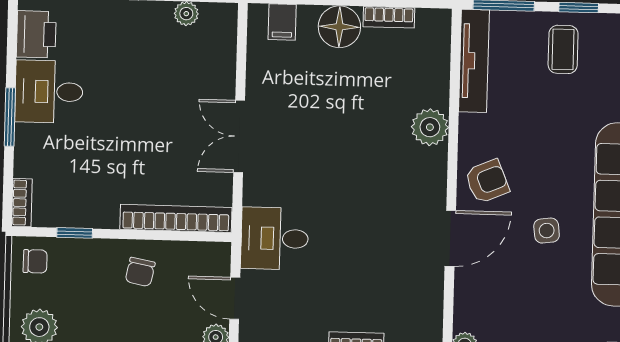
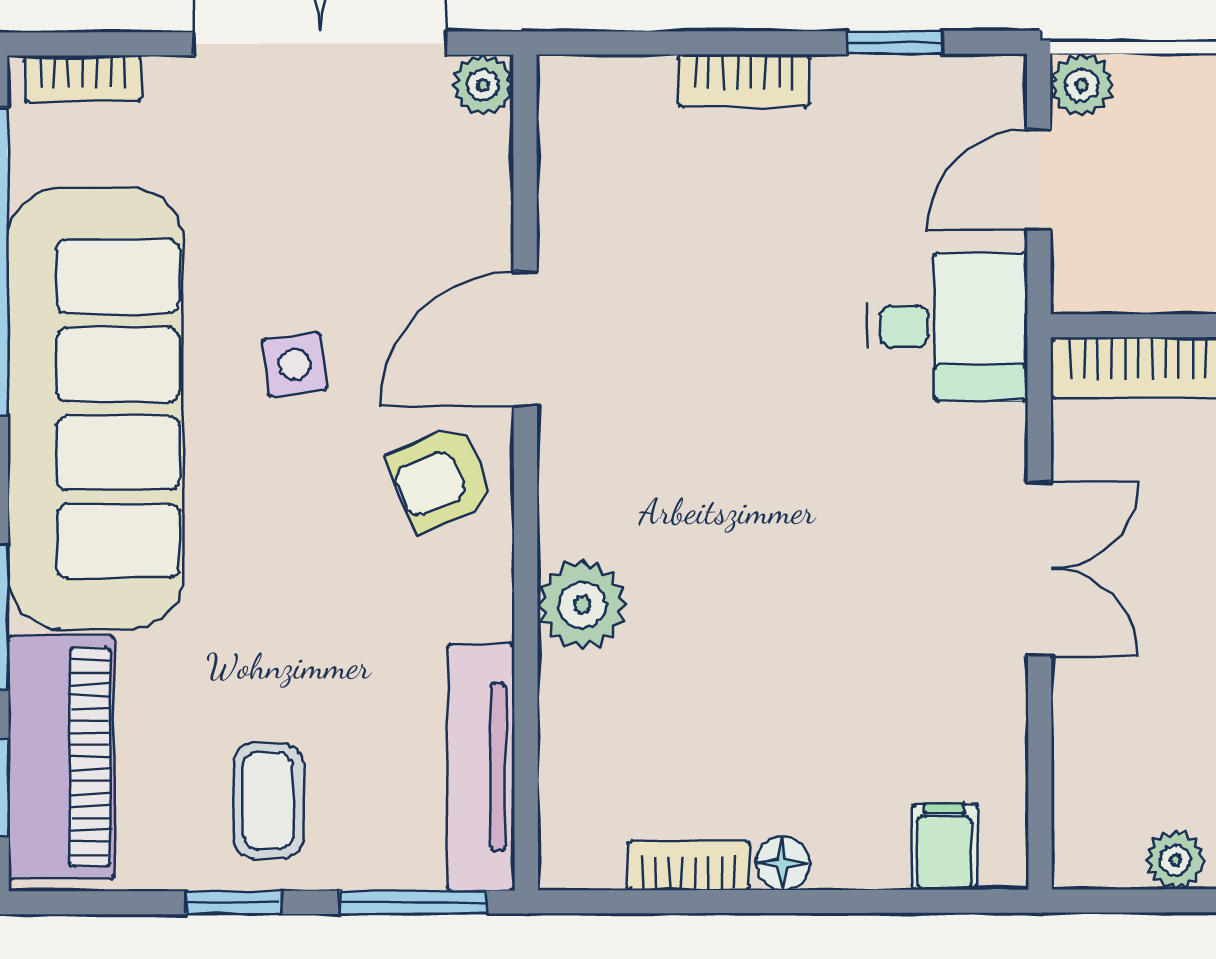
floor lamp: (339, 27) -> (783, 863), width x0.53, depth x0.53
door: (235, 298) -> (1039, 180), swing flipped

